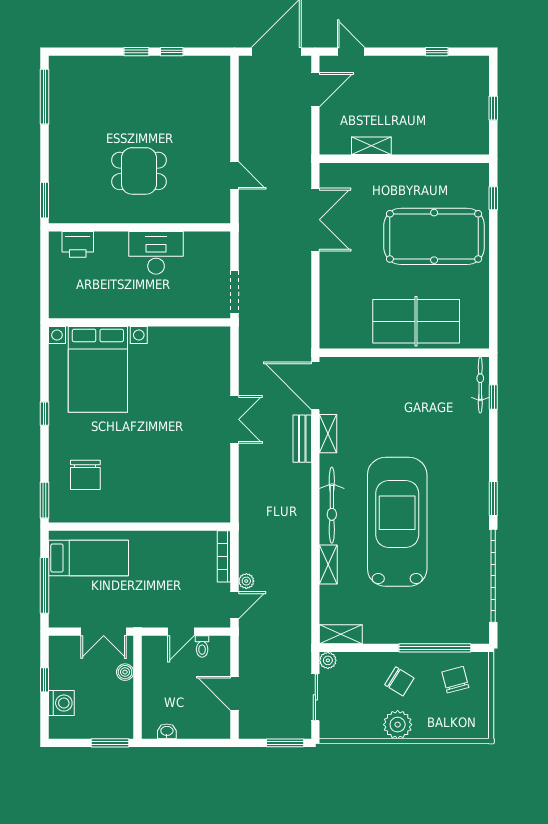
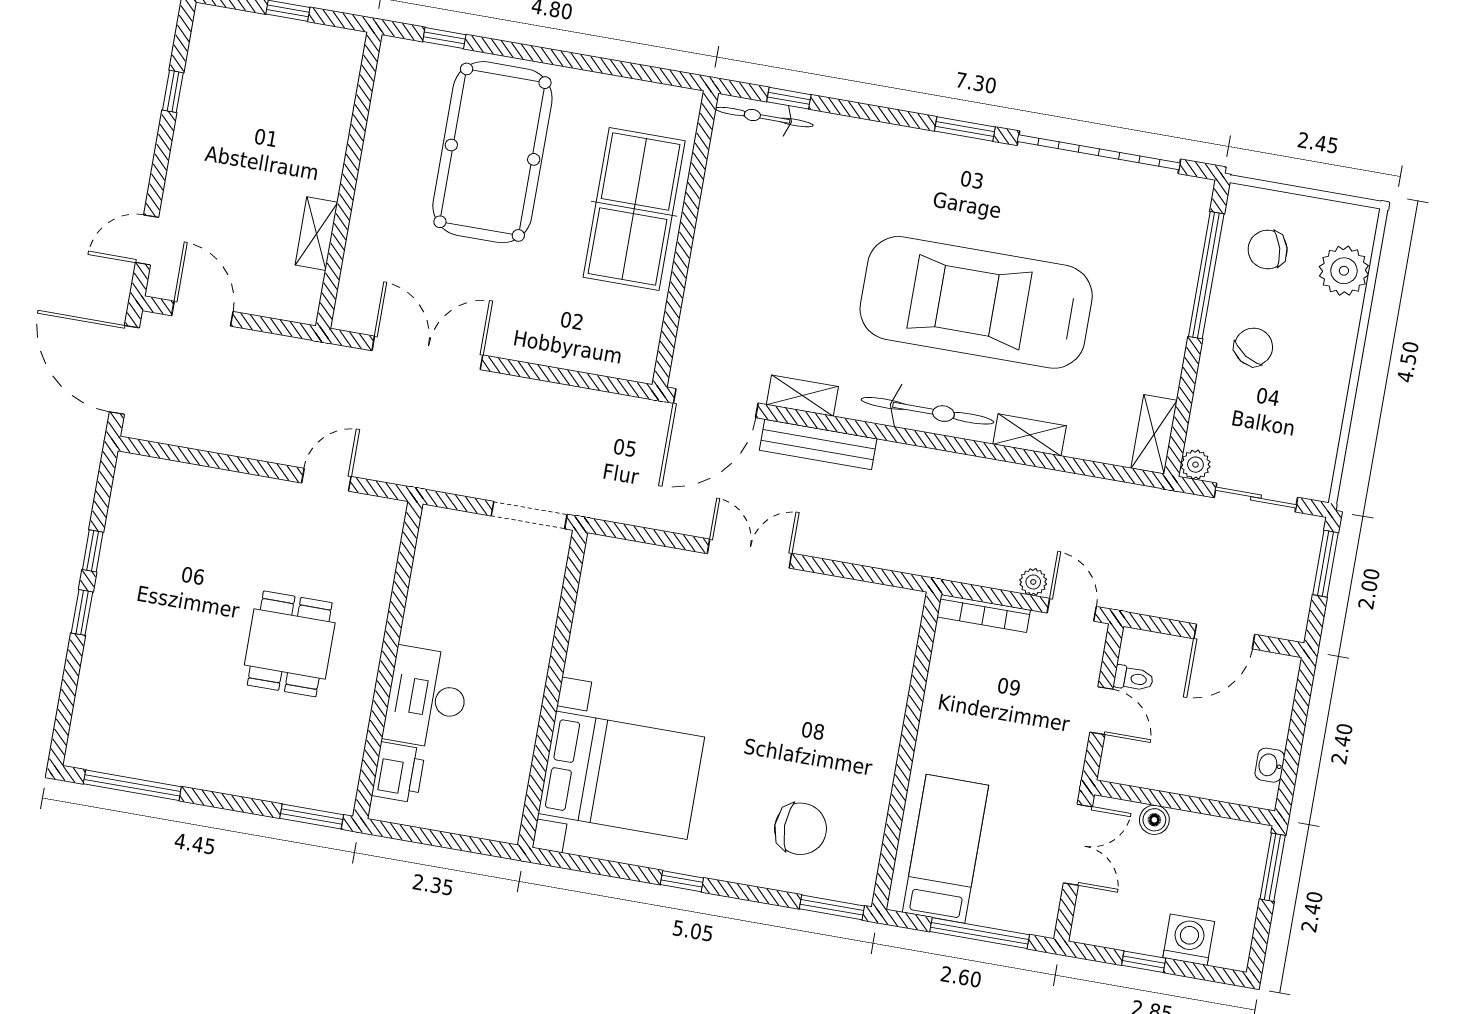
desk: (156, 253) -> (427, 698), moved
bench: (302, 439) -> (818, 444), width x1.36
plant: (398, 725) -> (1344, 271), moved

